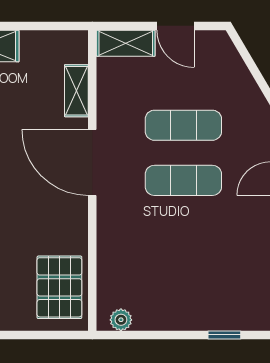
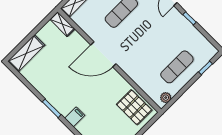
shelving: (76, 91) -> (62, 24), moved
exercise mat: (183, 180) -> (177, 67), moved

